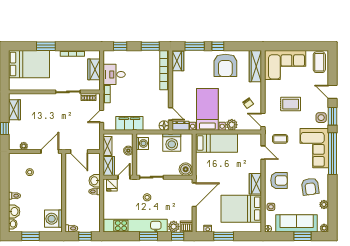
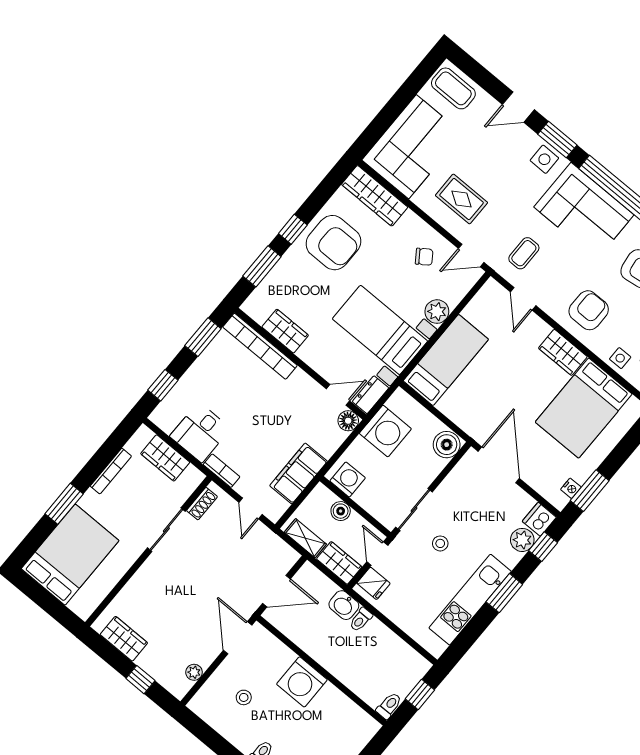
wardrobe: (178, 61) -> (285, 331), moved
rug: (291, 104) -> (461, 199), moved, turned 90
door: (263, 153) -> (523, 299), swing flipped
washing machine: (53, 219) -> (302, 682), moved
kitchen unit: (136, 226) -> (470, 600), width x0.73
window: (224, 236) -> (590, 491), moved

